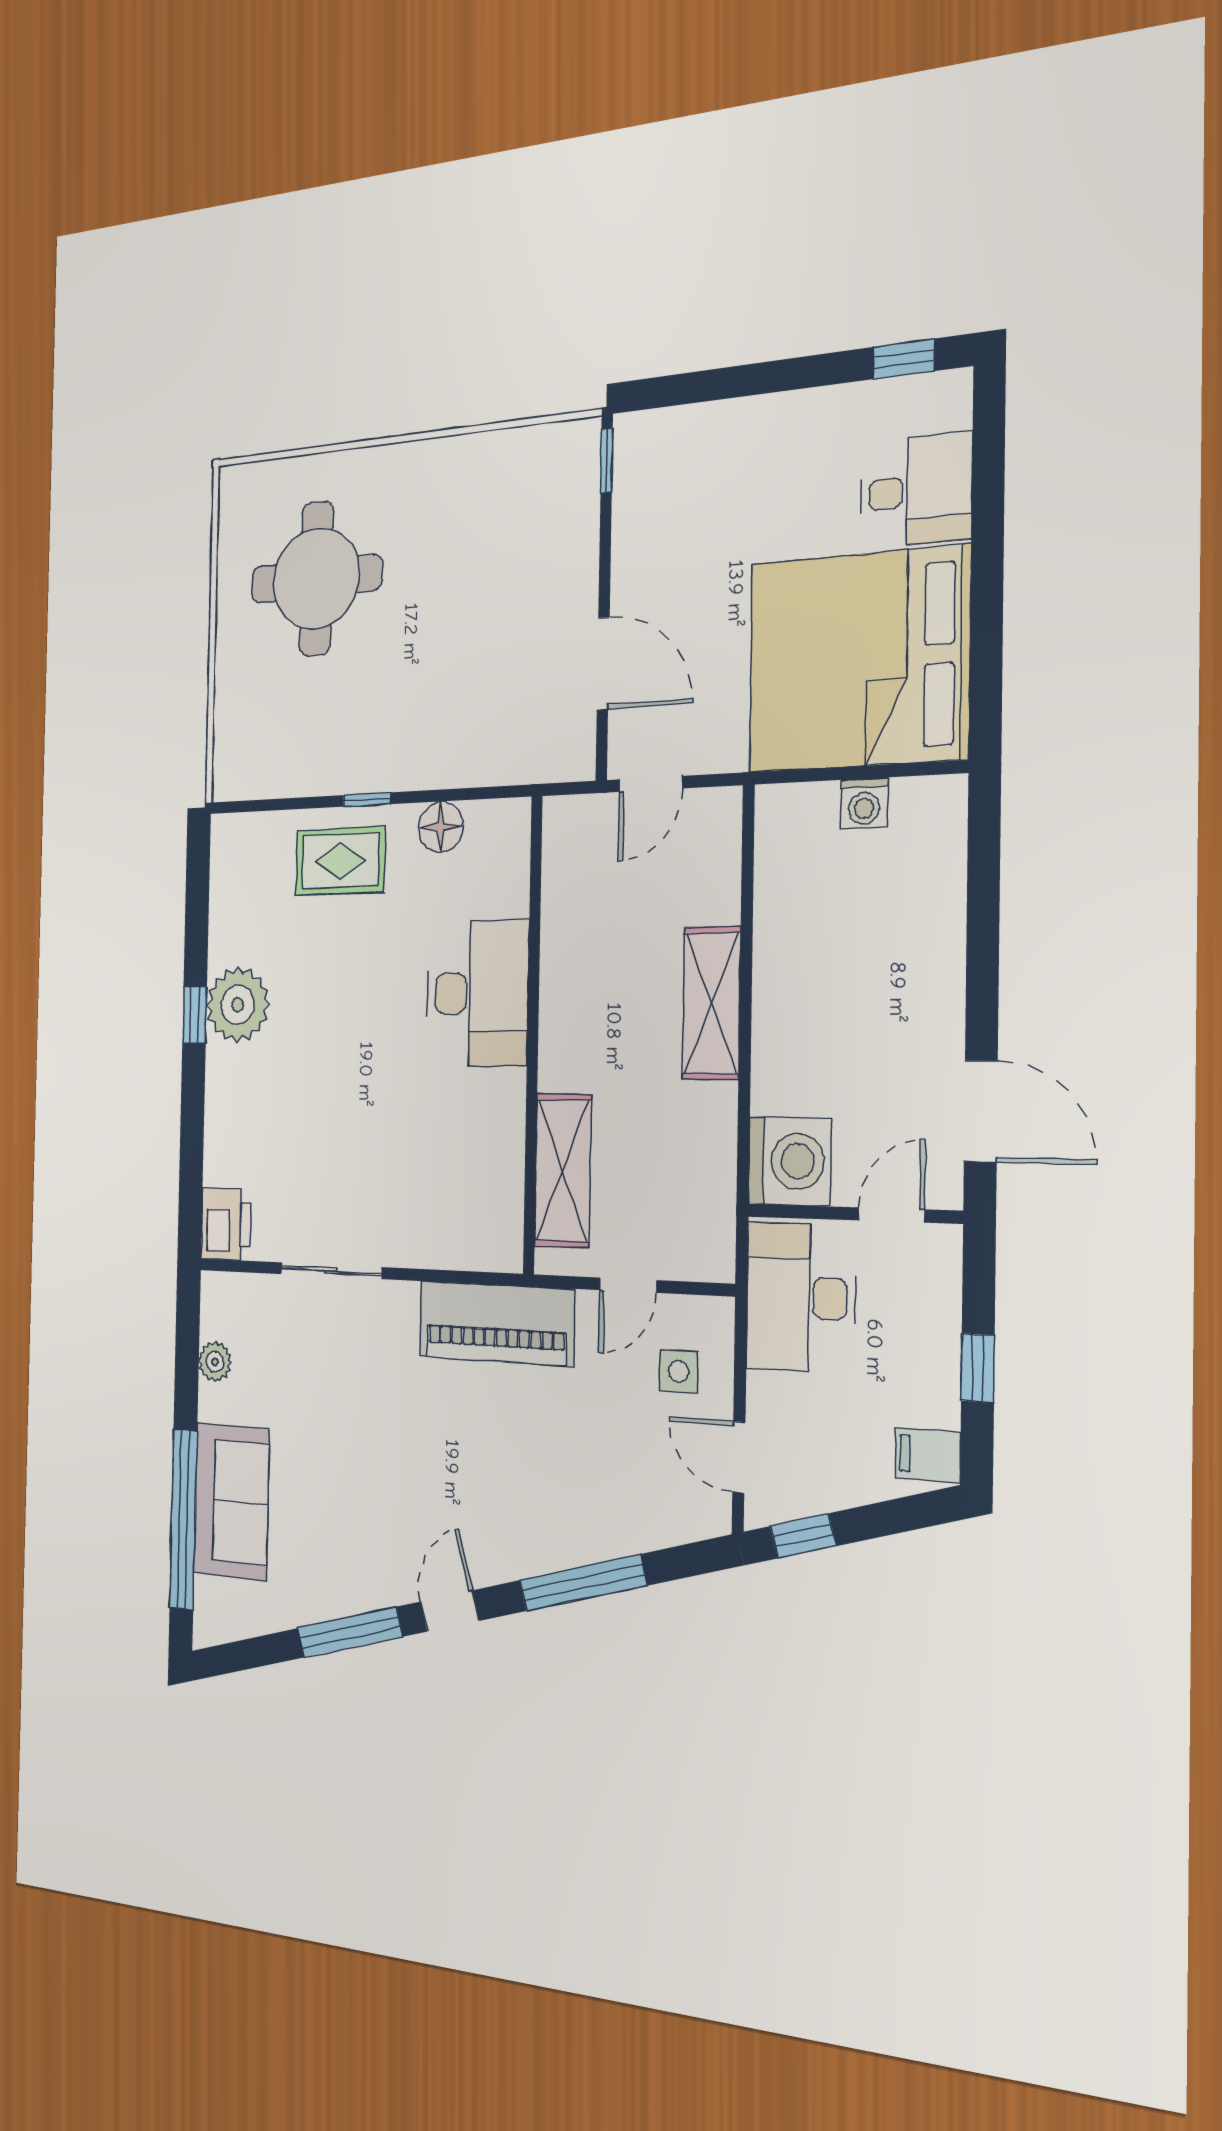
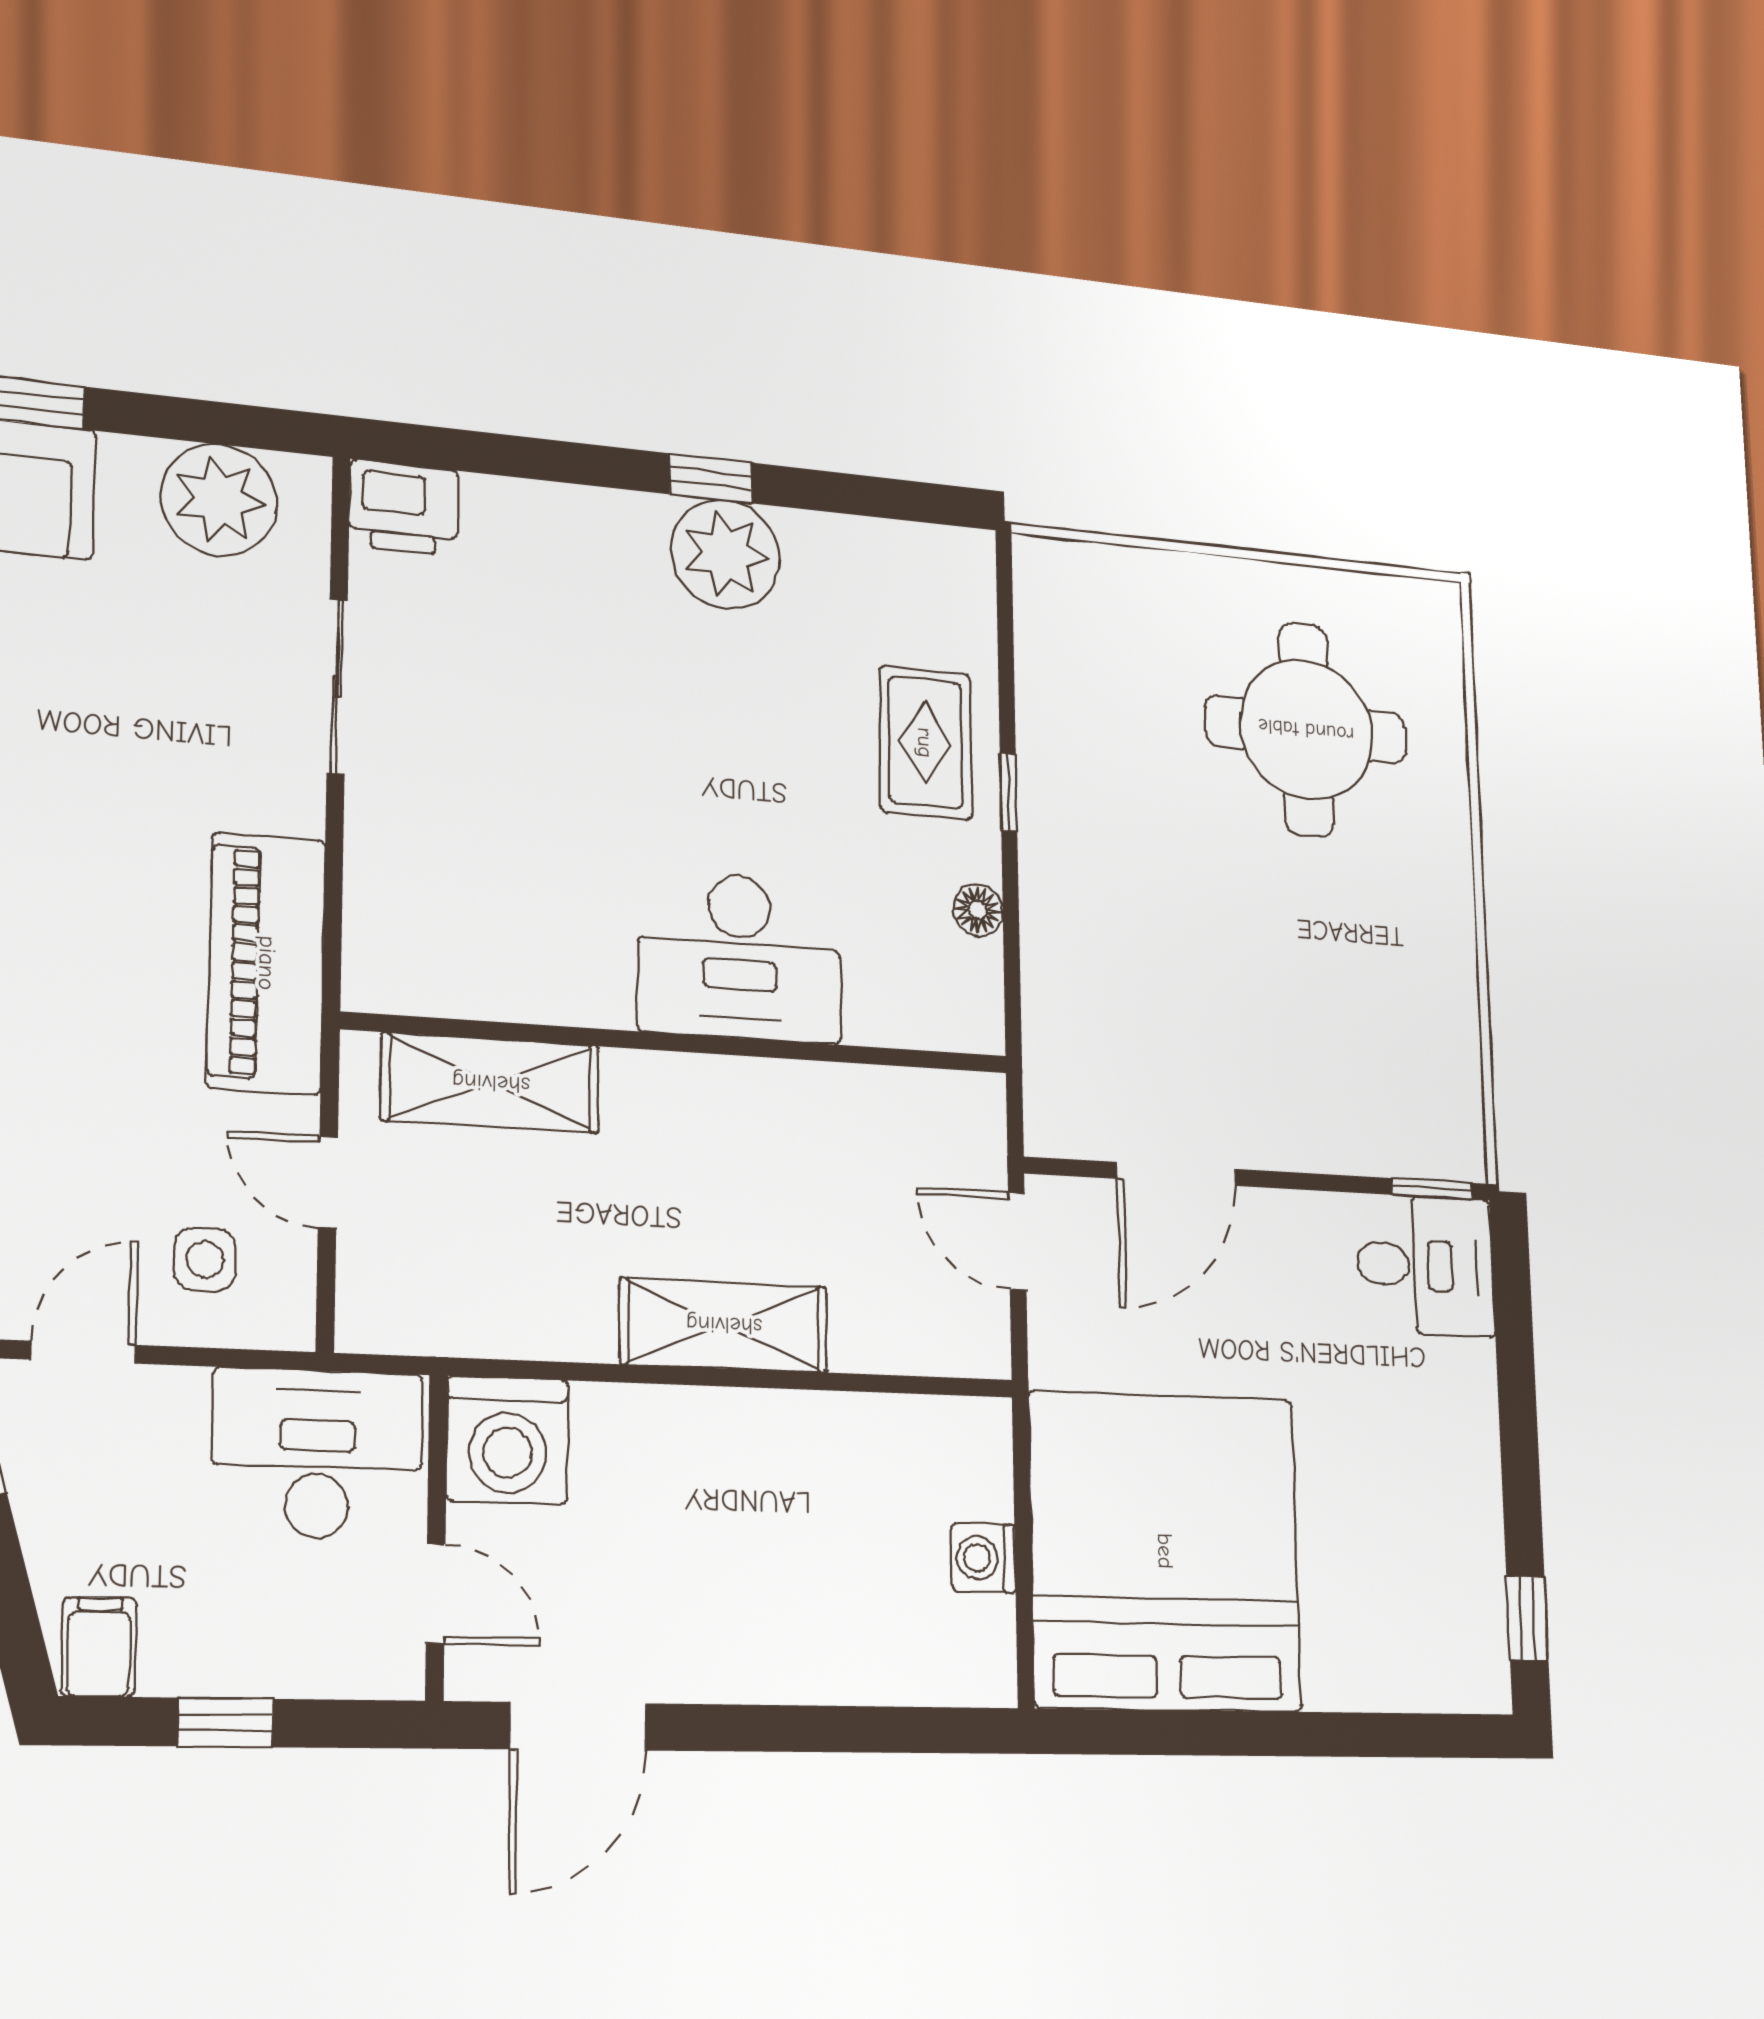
desk: (916, 491) -> (1425, 1265), moved, turned -90
floor lamp: (441, 827) -> (978, 910), width x0.73, depth x0.73
plant: (215, 1362) -> (219, 500), width x1.87, depth x1.87

